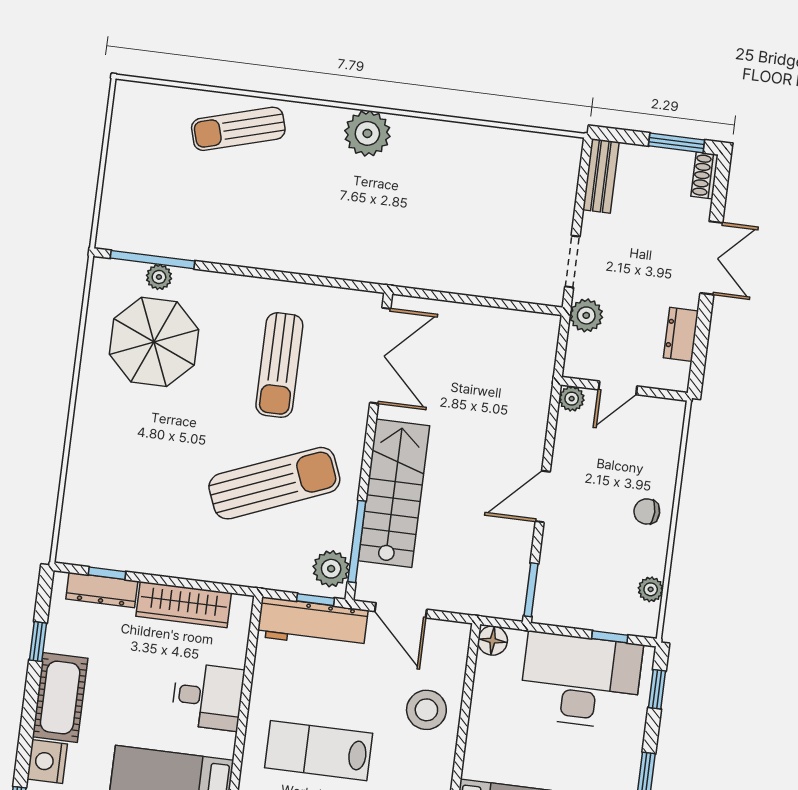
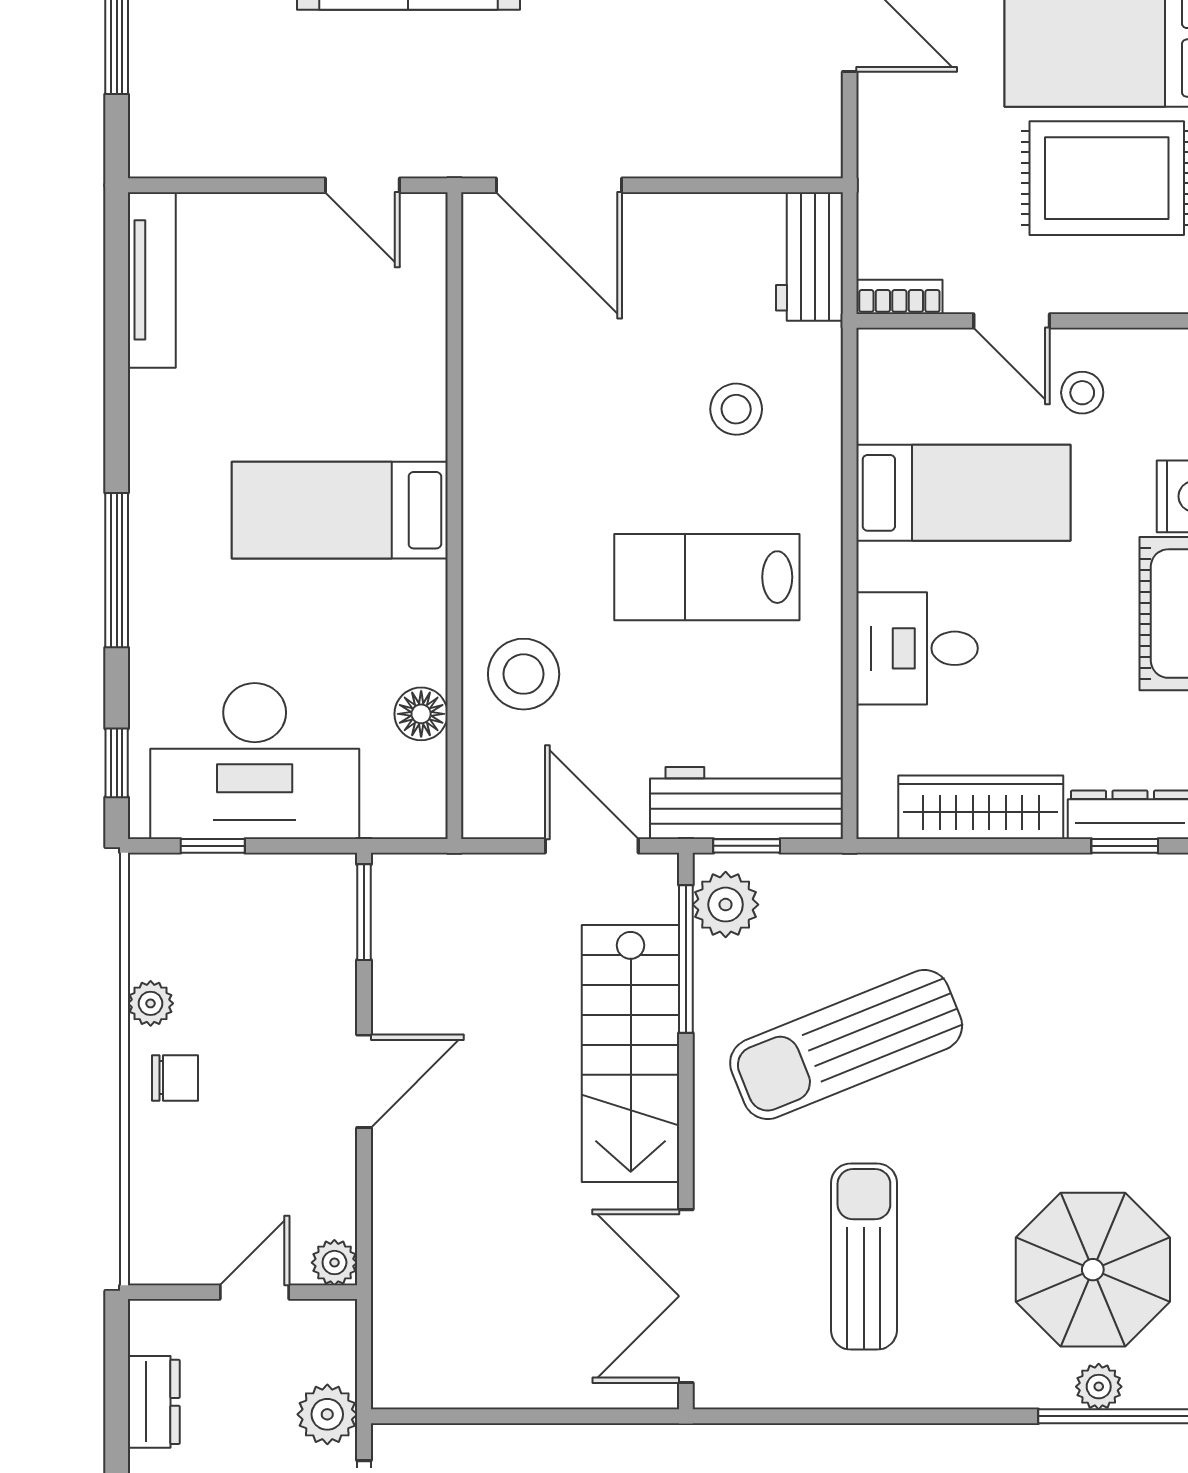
plant: (651, 589) -> (151, 1003), moved
floor lamp: (493, 641) -> (421, 714), moved
lab bench: (319, 751) -> (707, 577), turned 180

